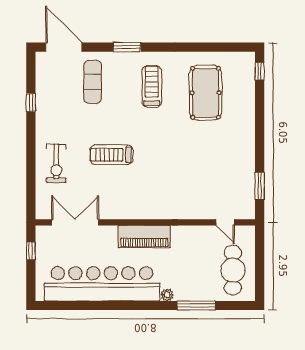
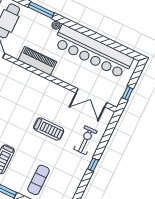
window: (31, 102) -> (93, 165), moved
piano: (144, 237) -> (37, 61), moved

